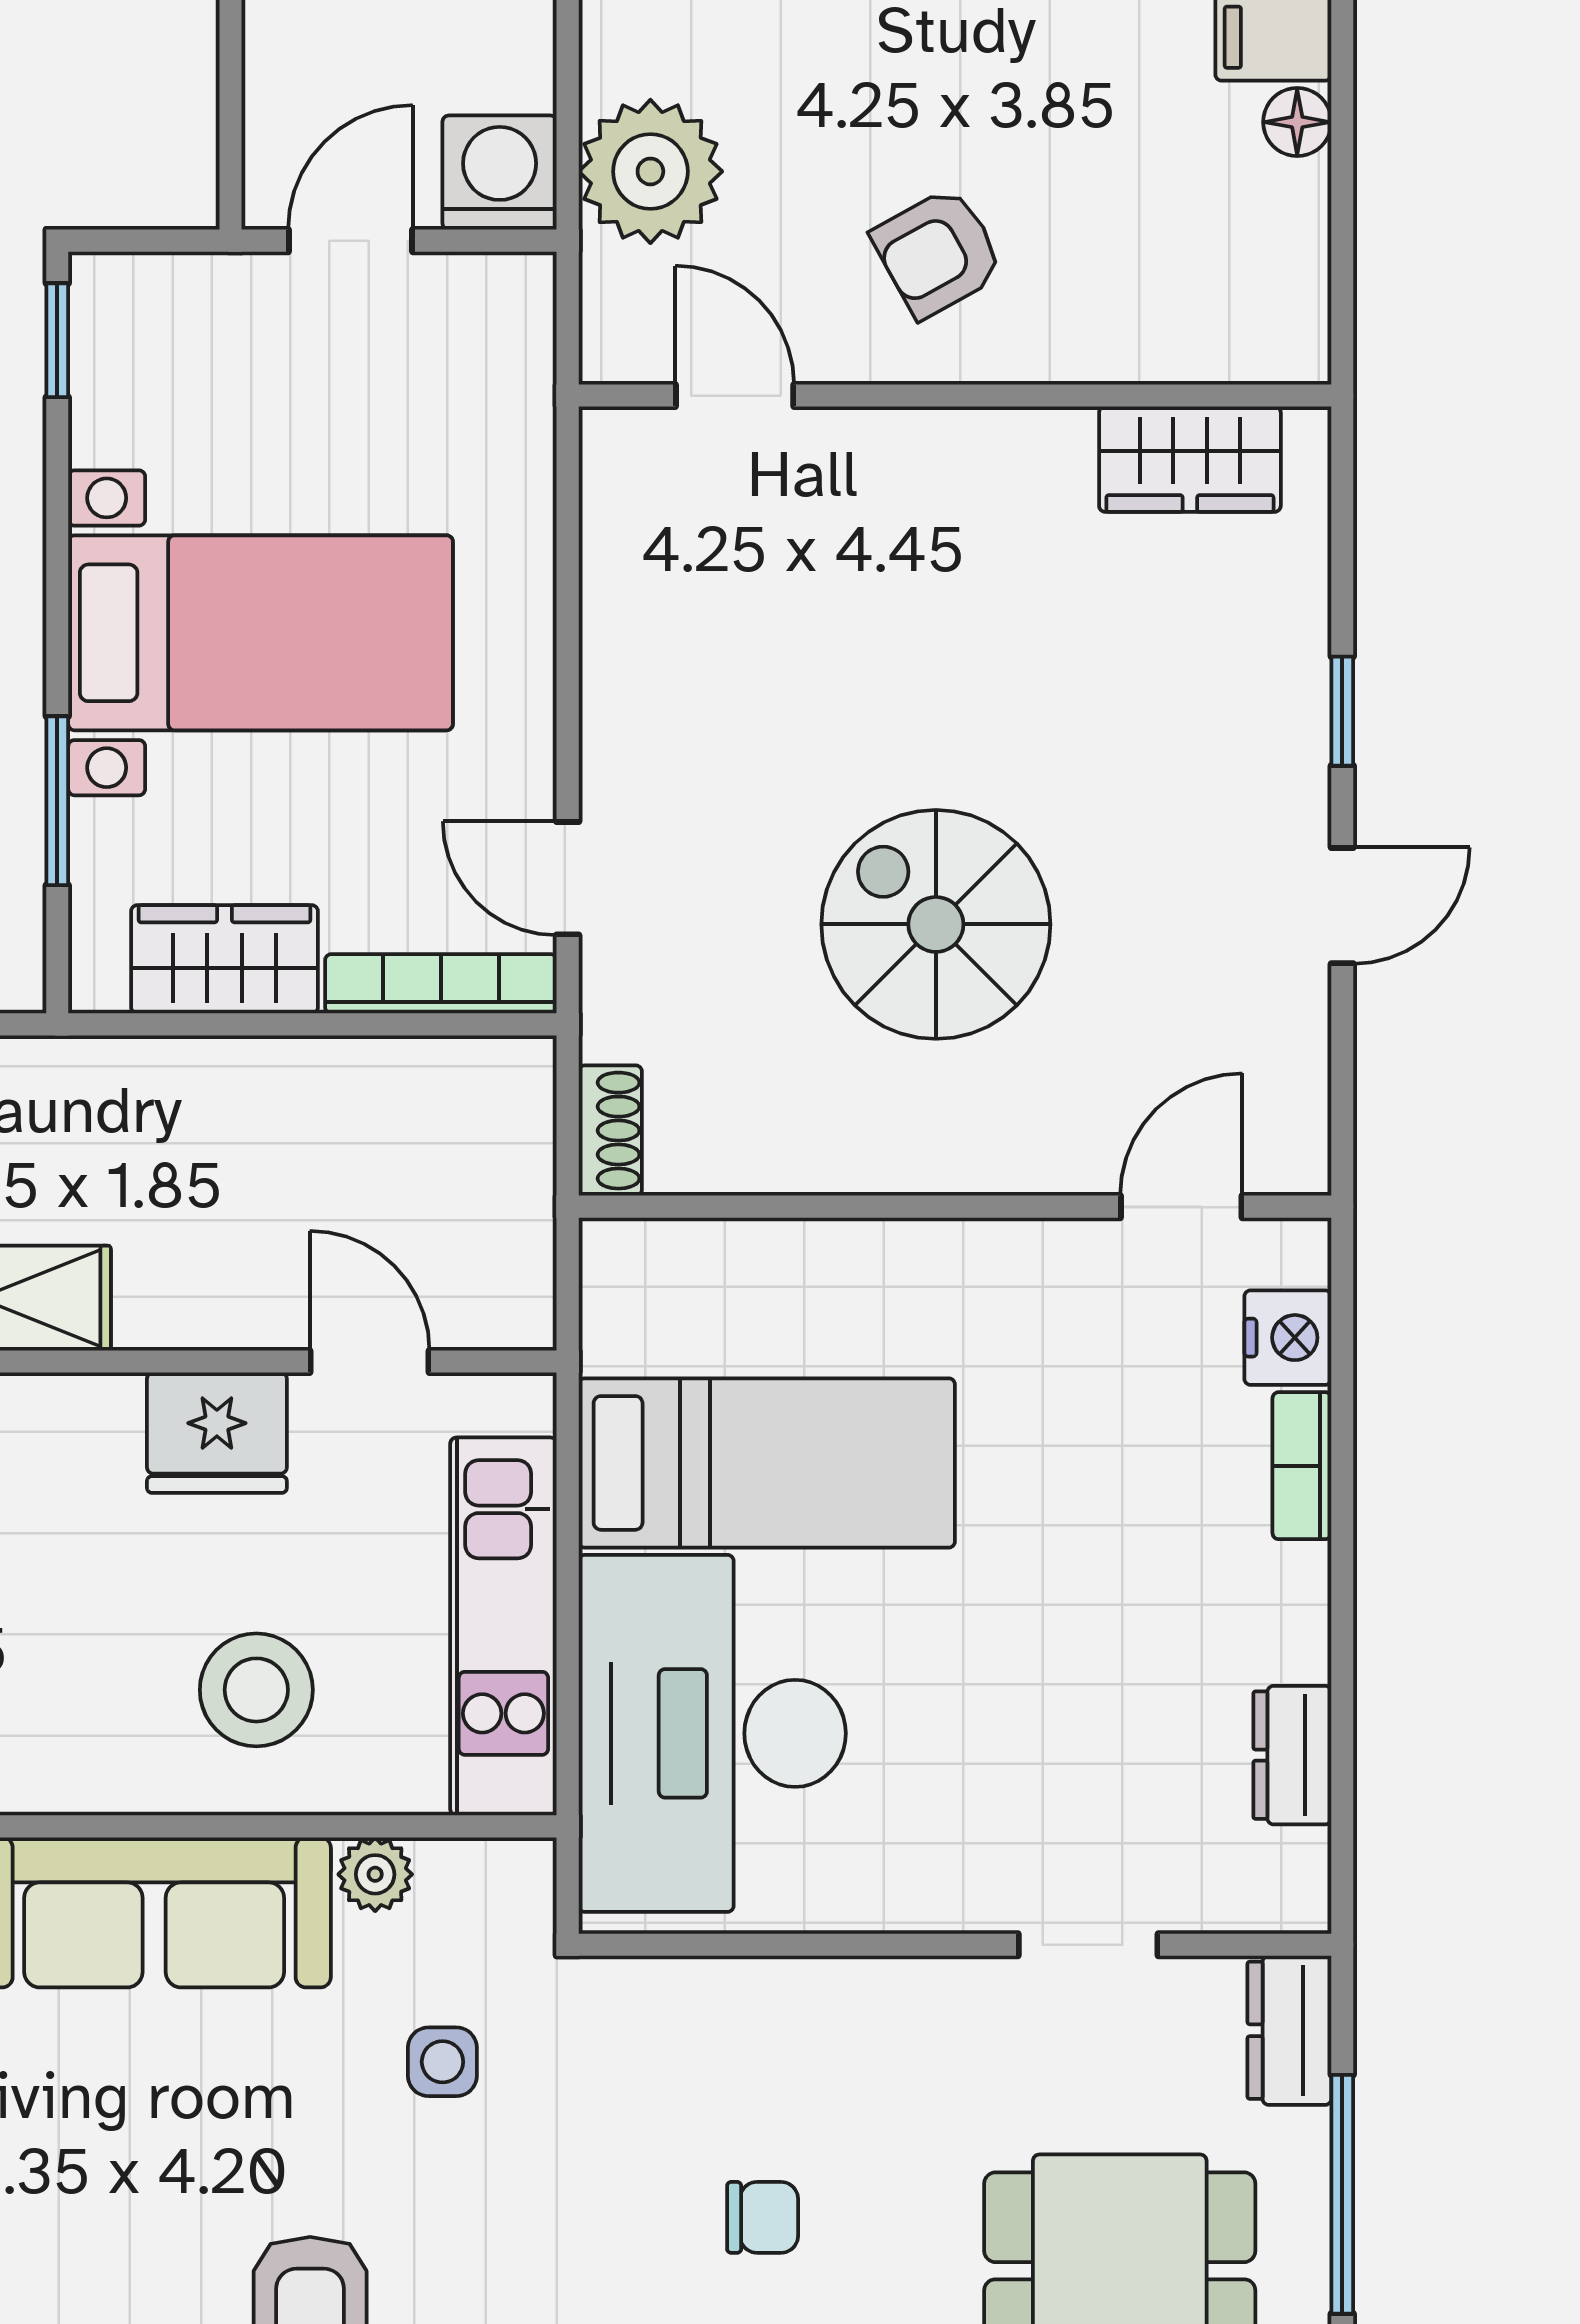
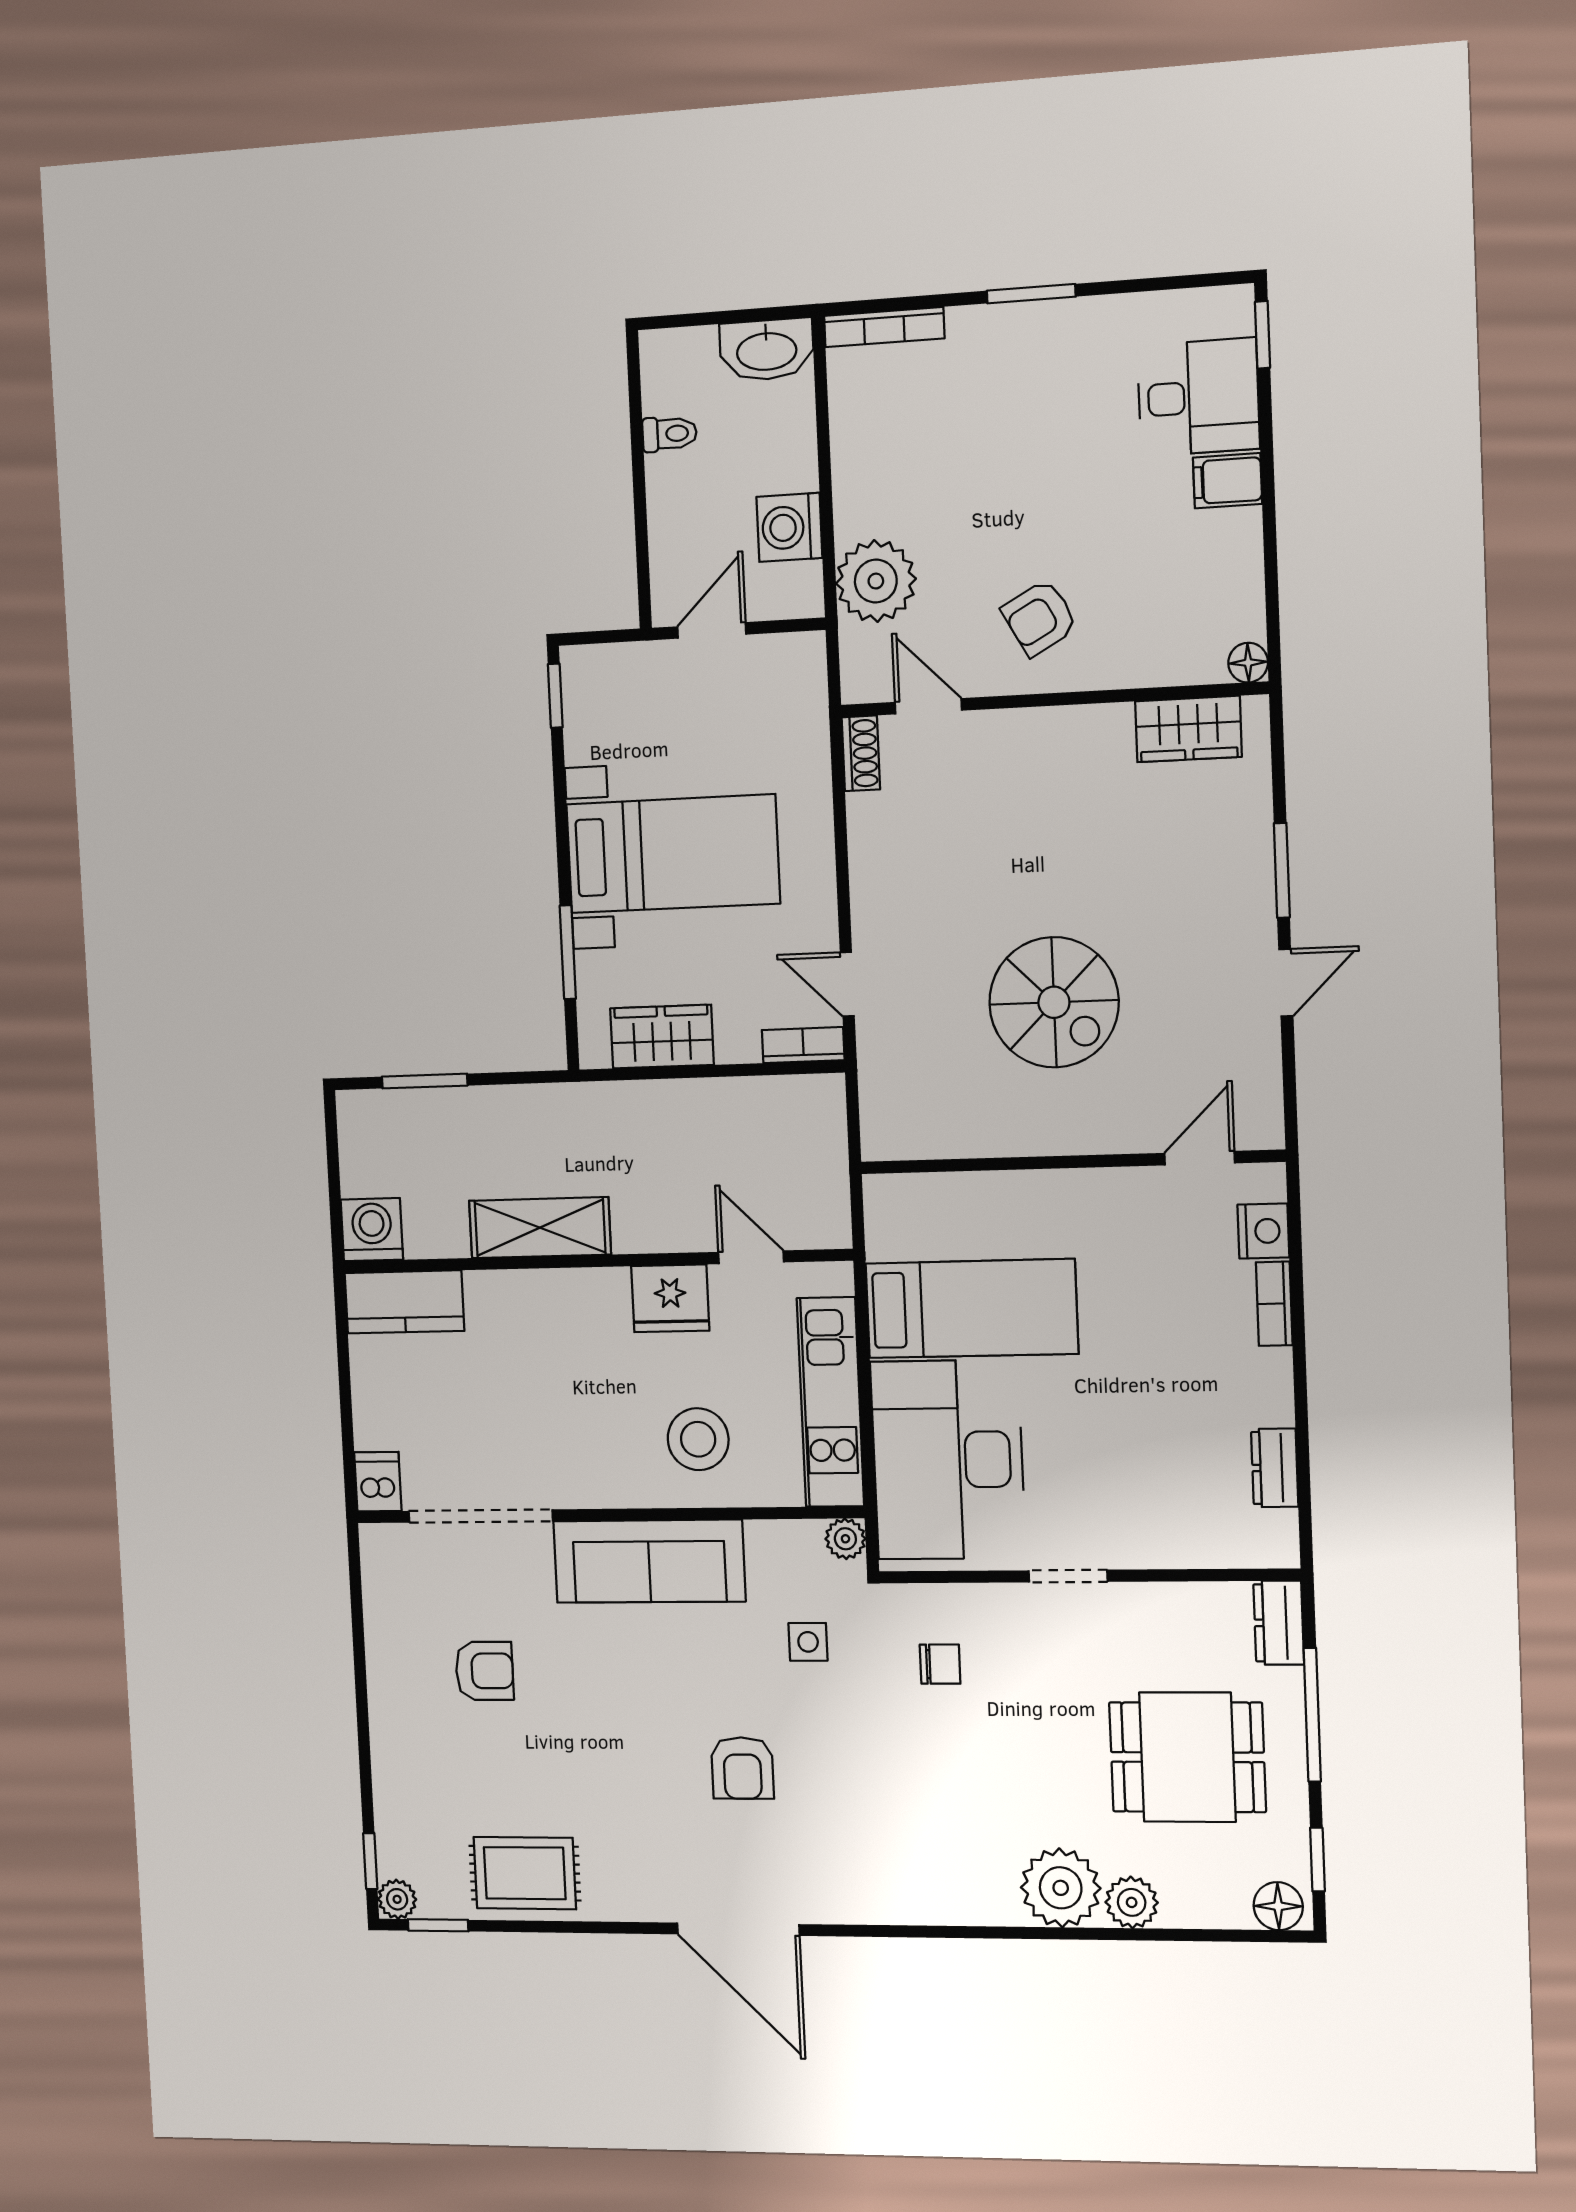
floor lamp: (1297, 122) -> (1248, 663), moved
washing machine: (500, 173) -> (789, 527), moved, turned -90
window: (1342, 711) -> (1282, 870), width x1.50
spiral stairs: (936, 924) -> (1054, 1002), turned 180
bookcase: (441, 984) -> (803, 1045), width x0.64
shoe rack: (610, 1131) -> (861, 753), moved
plant: (375, 1874) -> (845, 1539), moved
doorway: (1088, 1945) -> (1068, 1576), moved
chair: (763, 2217) -> (940, 1664), moved

